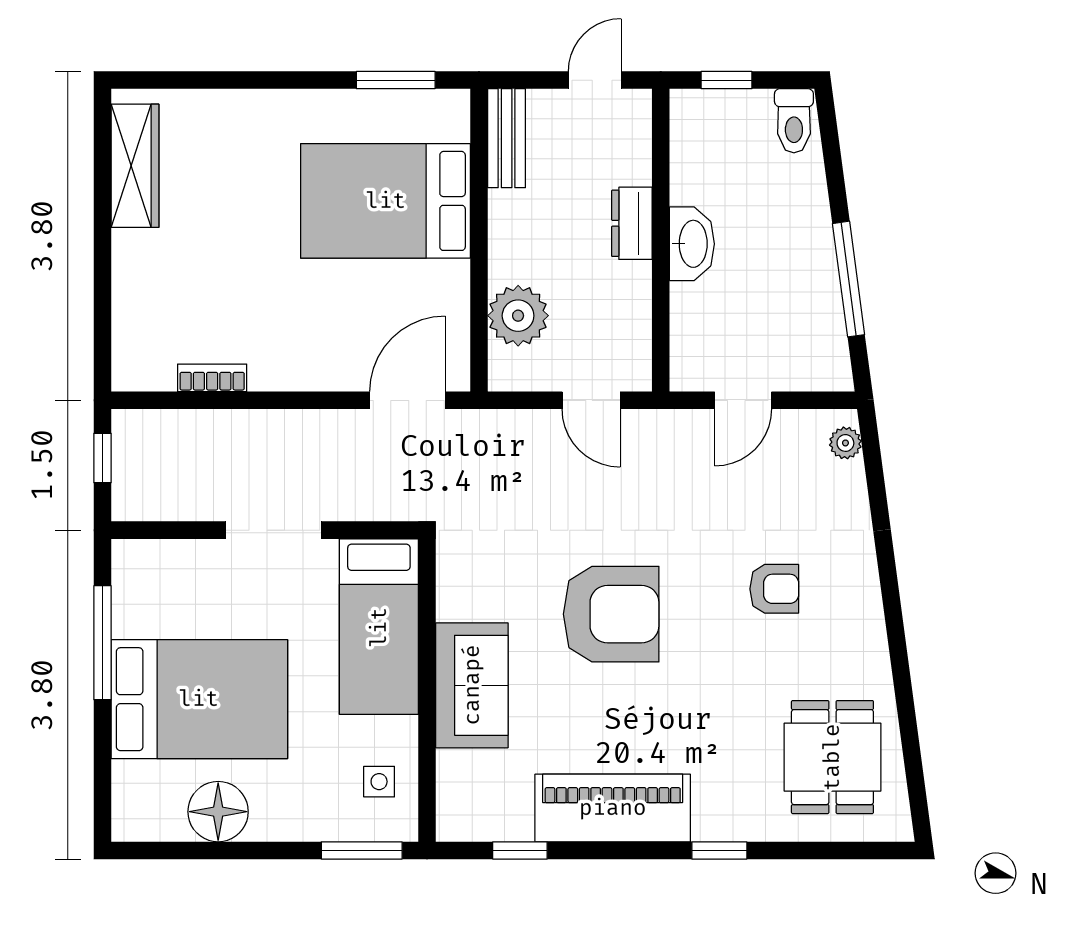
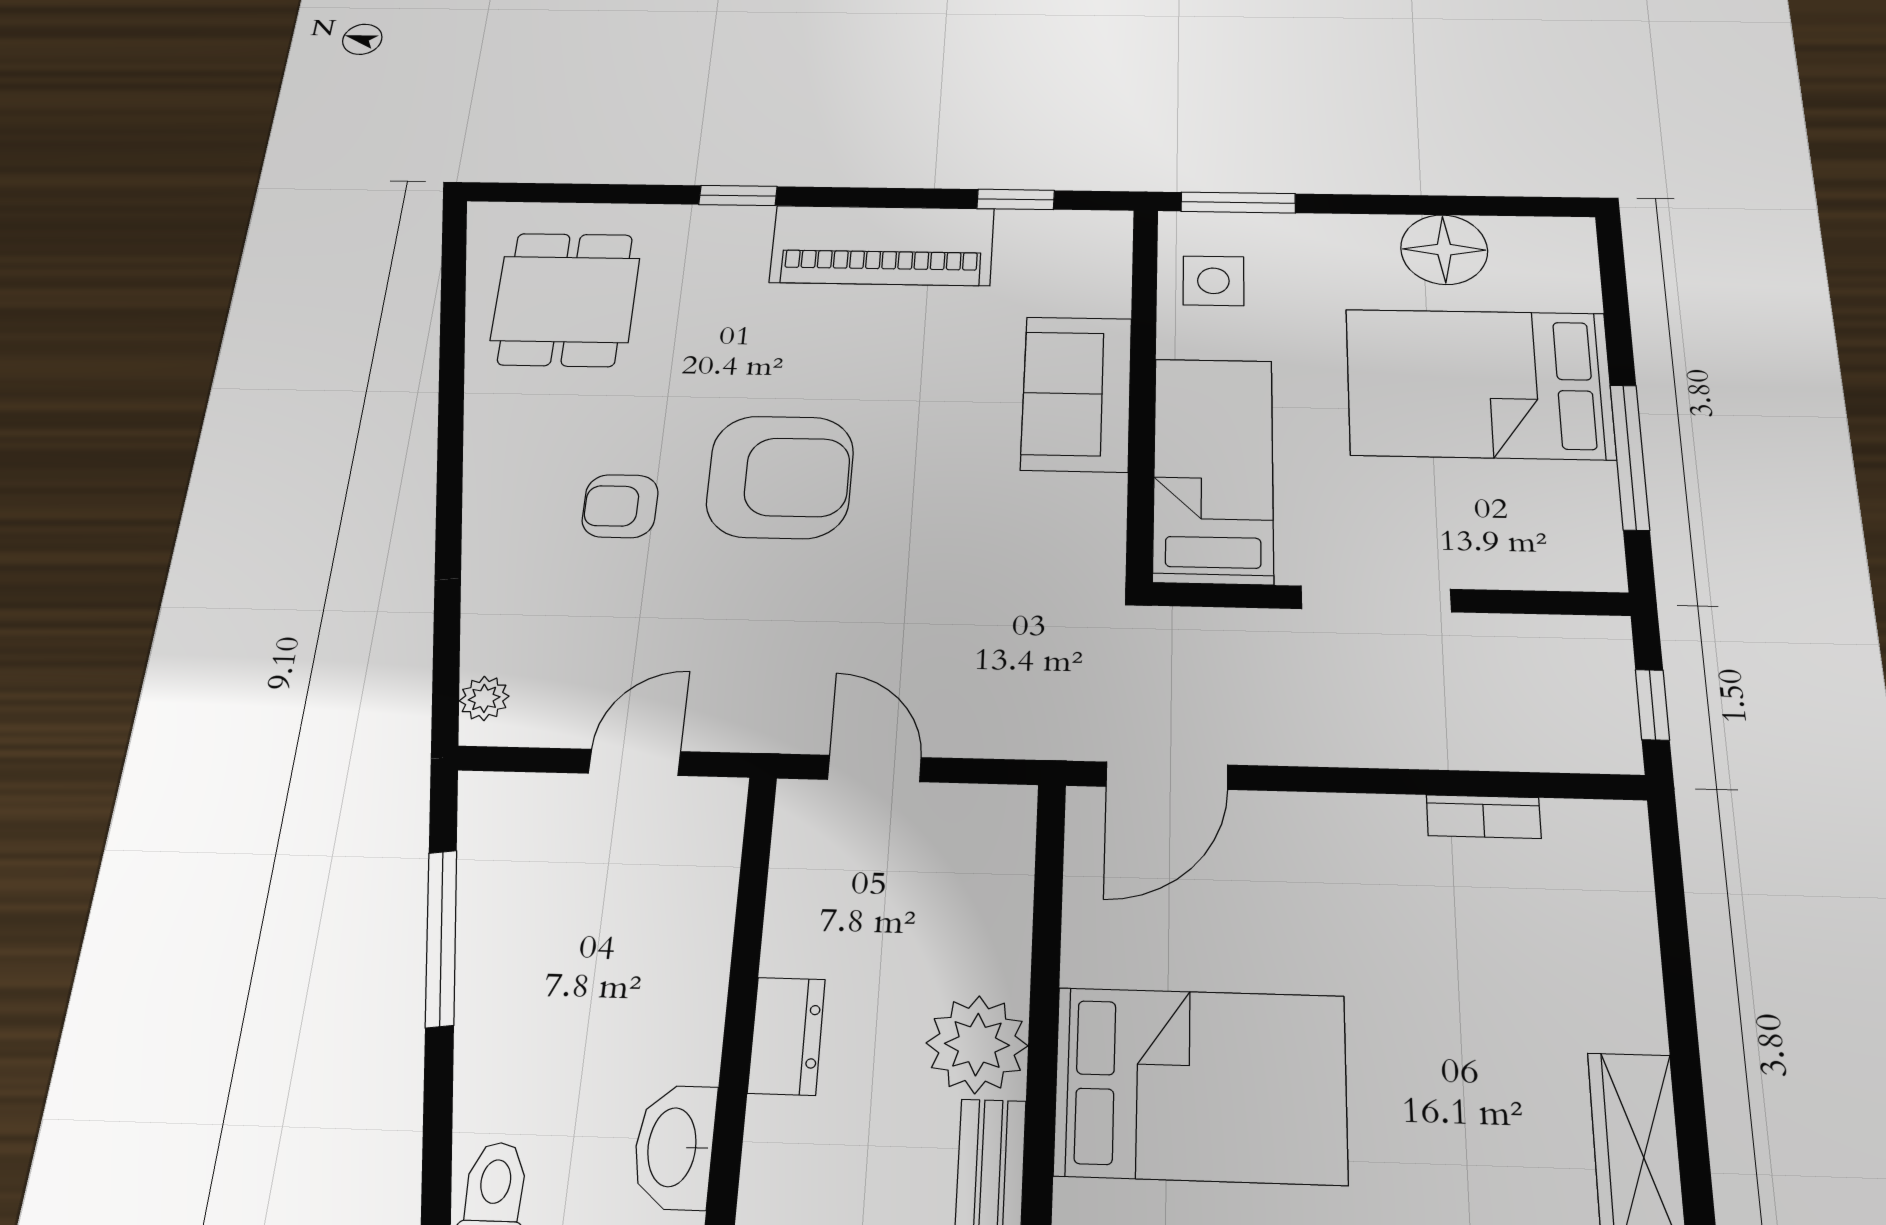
washbasin: (692, 244) -> (674, 1147), moved
plant: (518, 316) -> (977, 1044), moved
armchair: (611, 614) -> (780, 477), moved, turned 180
side table: (379, 782) -> (1213, 281), width x1.37, depth x1.37

